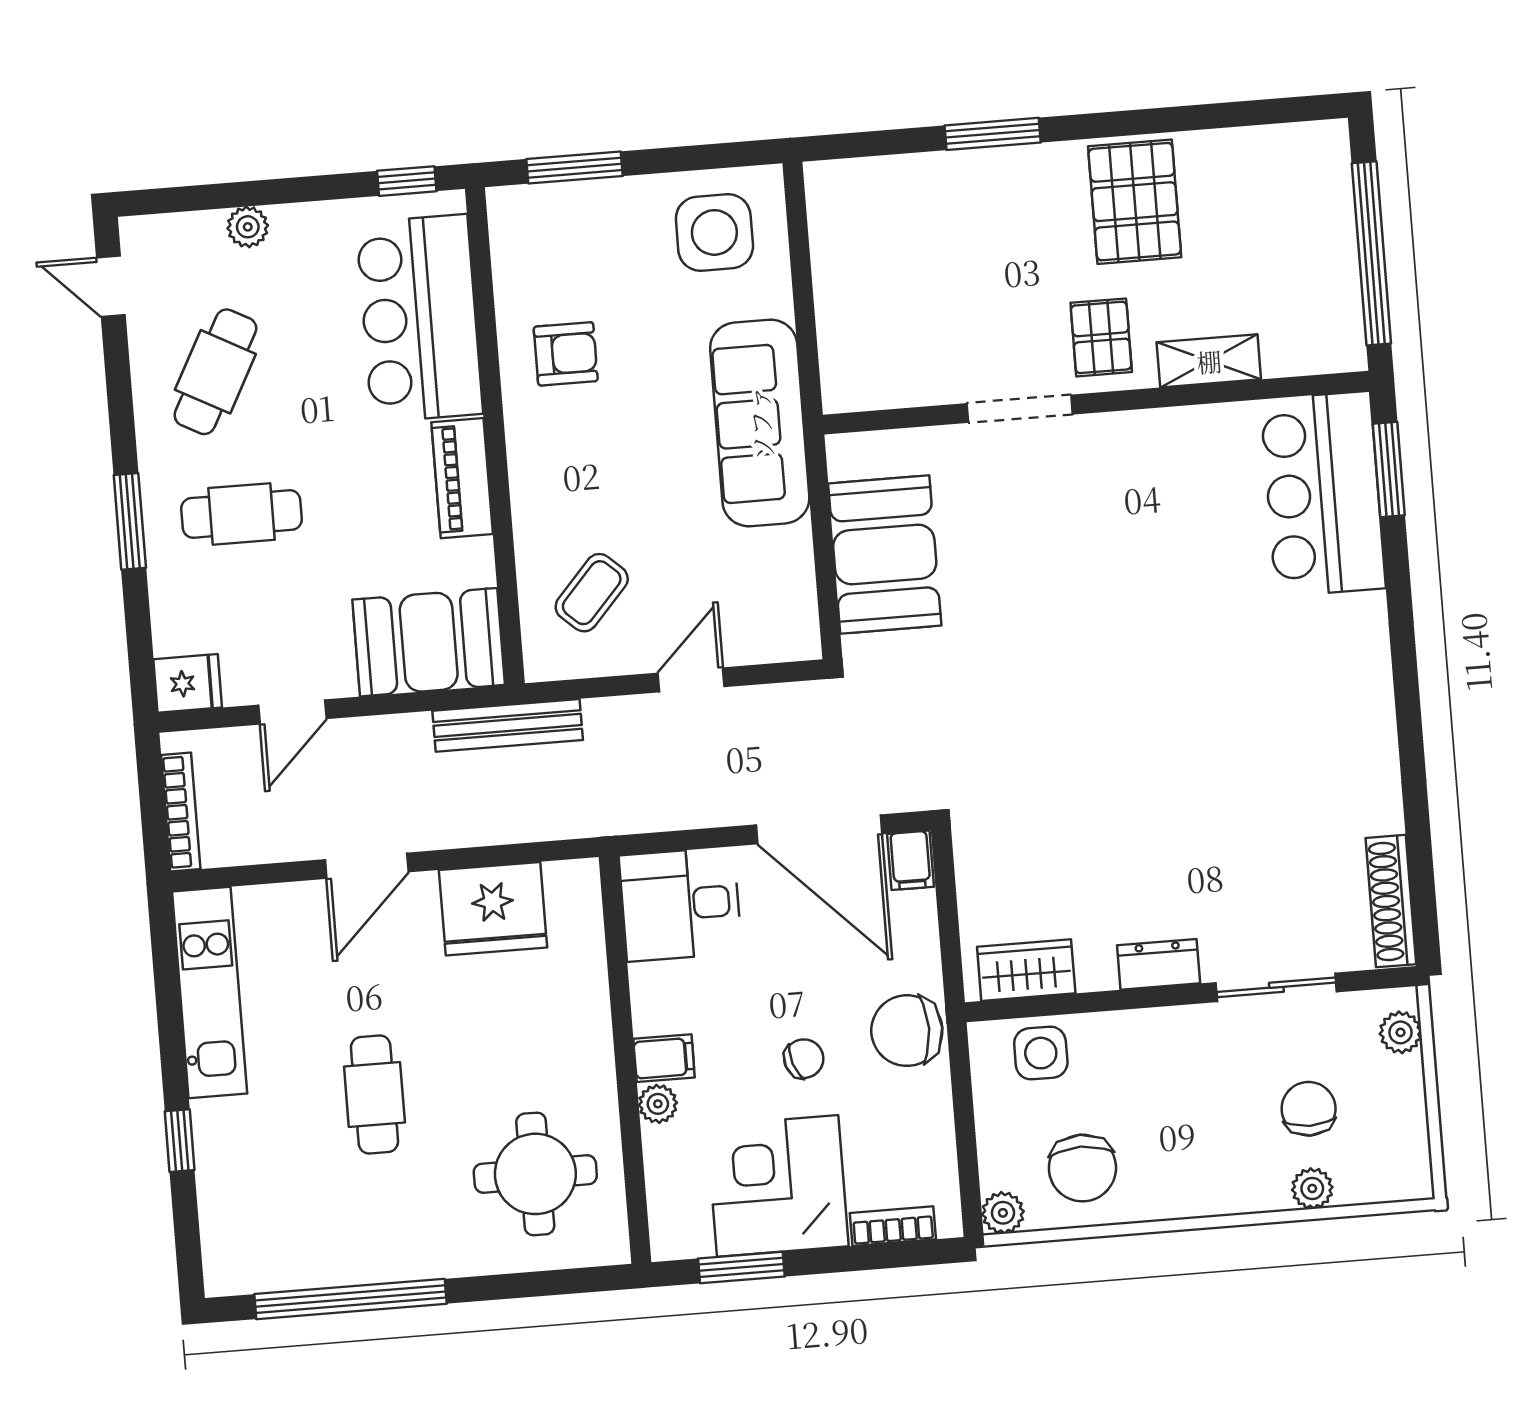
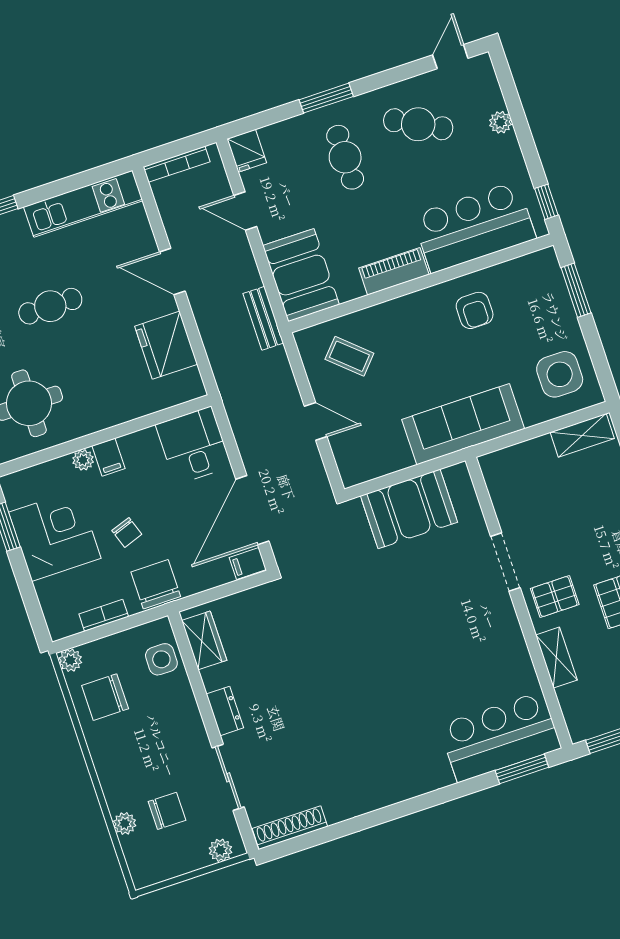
shelving: (831, 219) -> (582, 435), added
bench: (508, 725) -> (263, 318), width x0.73
bookcase: (893, 1226) -> (104, 615), moved, turned -90

